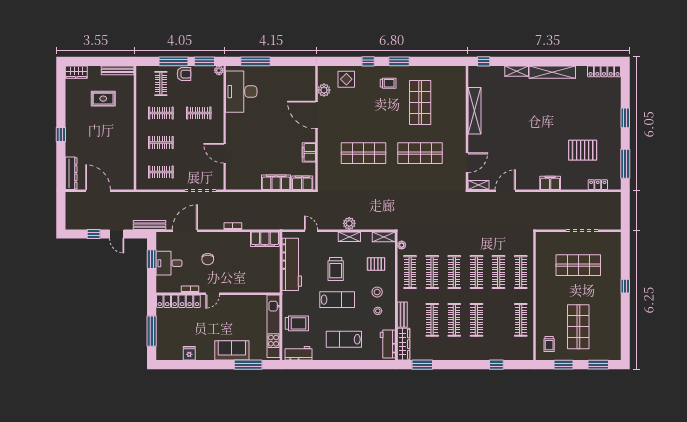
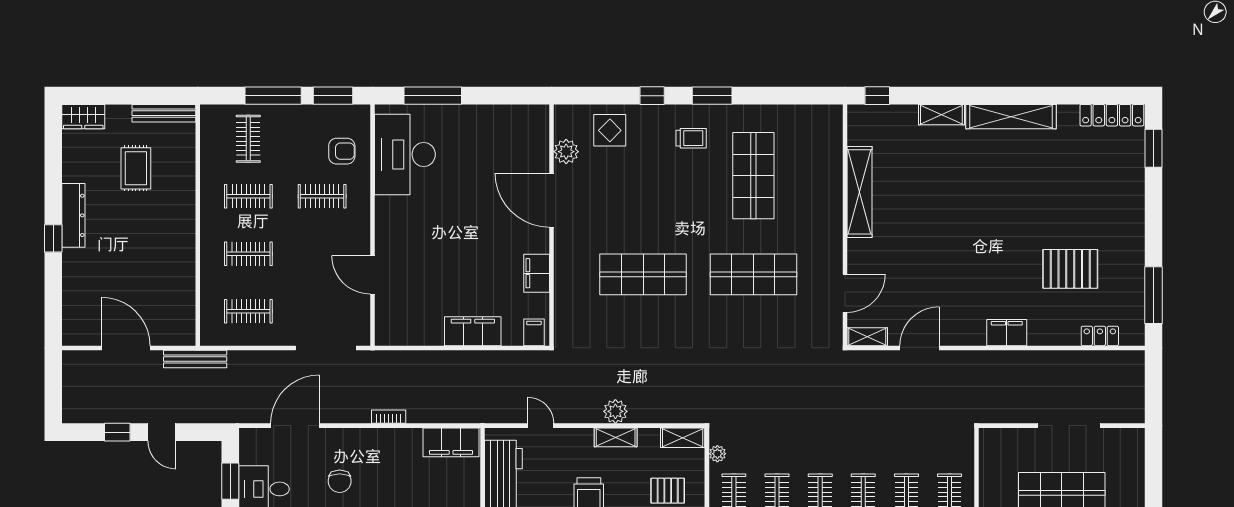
plant: (219, 70) -> (361, 113), removed
armchair: (184, 74) -> (342, 151), moved
rug: (103, 99) -> (136, 168), turned 90
window: (625, 118) -> (1153, 148), moved
dresser: (71, 173) -> (73, 215), moved
filing cabinet: (302, 183) -> (534, 332), width x0.50
bench: (150, 225) -> (195, 359), moved

